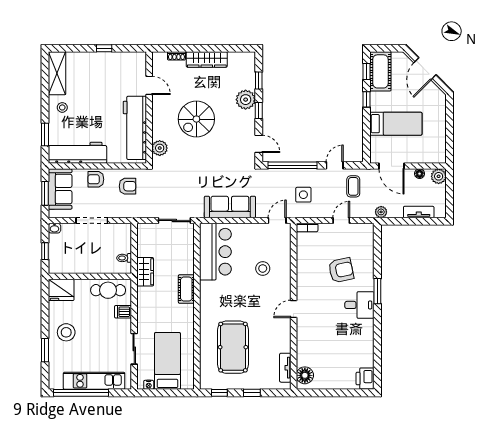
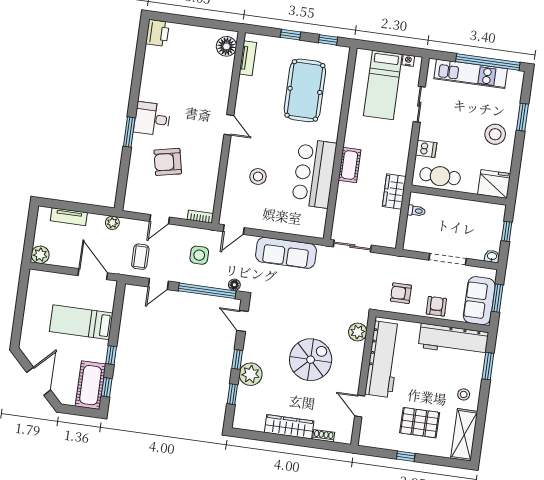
pallet: (96, 78) -> (420, 423), added
floor lamp: (420, 174) -> (234, 285), moved
armchair: (96, 179) -> (436, 306), turned -91
bar counter: (215, 252) -> (314, 173), moved
door: (294, 309) -> (229, 125), hinge flipped

